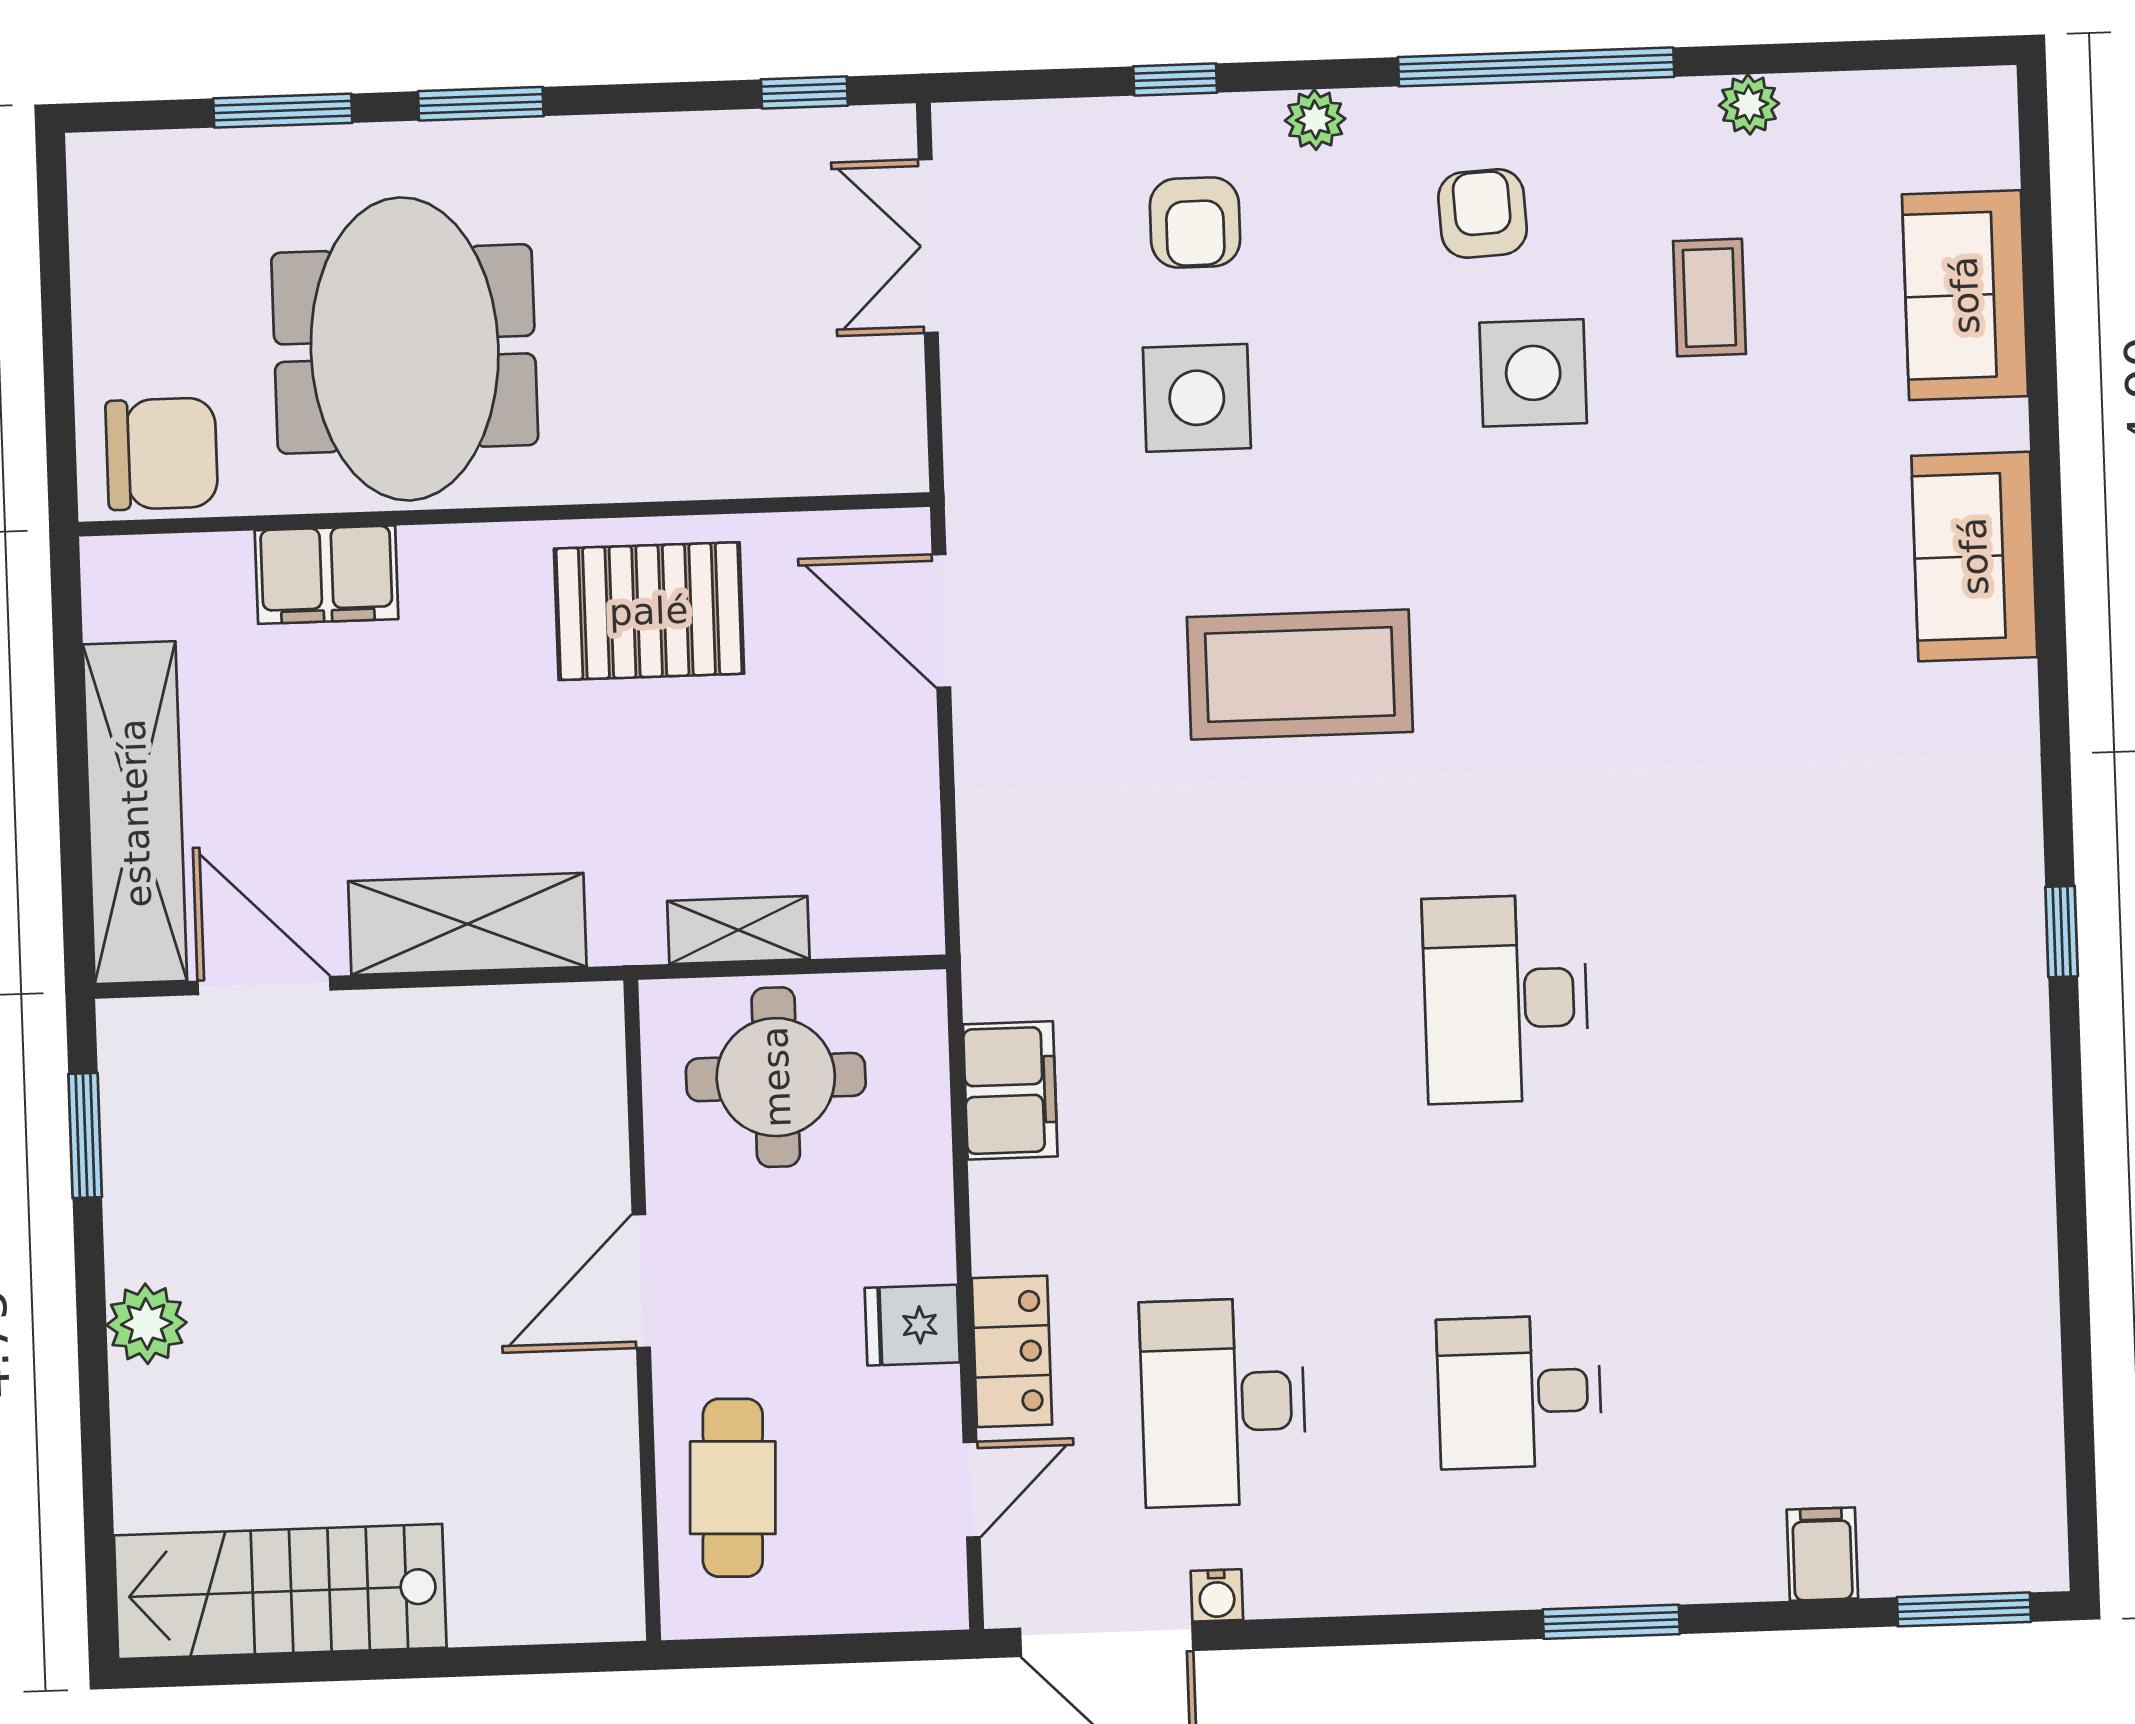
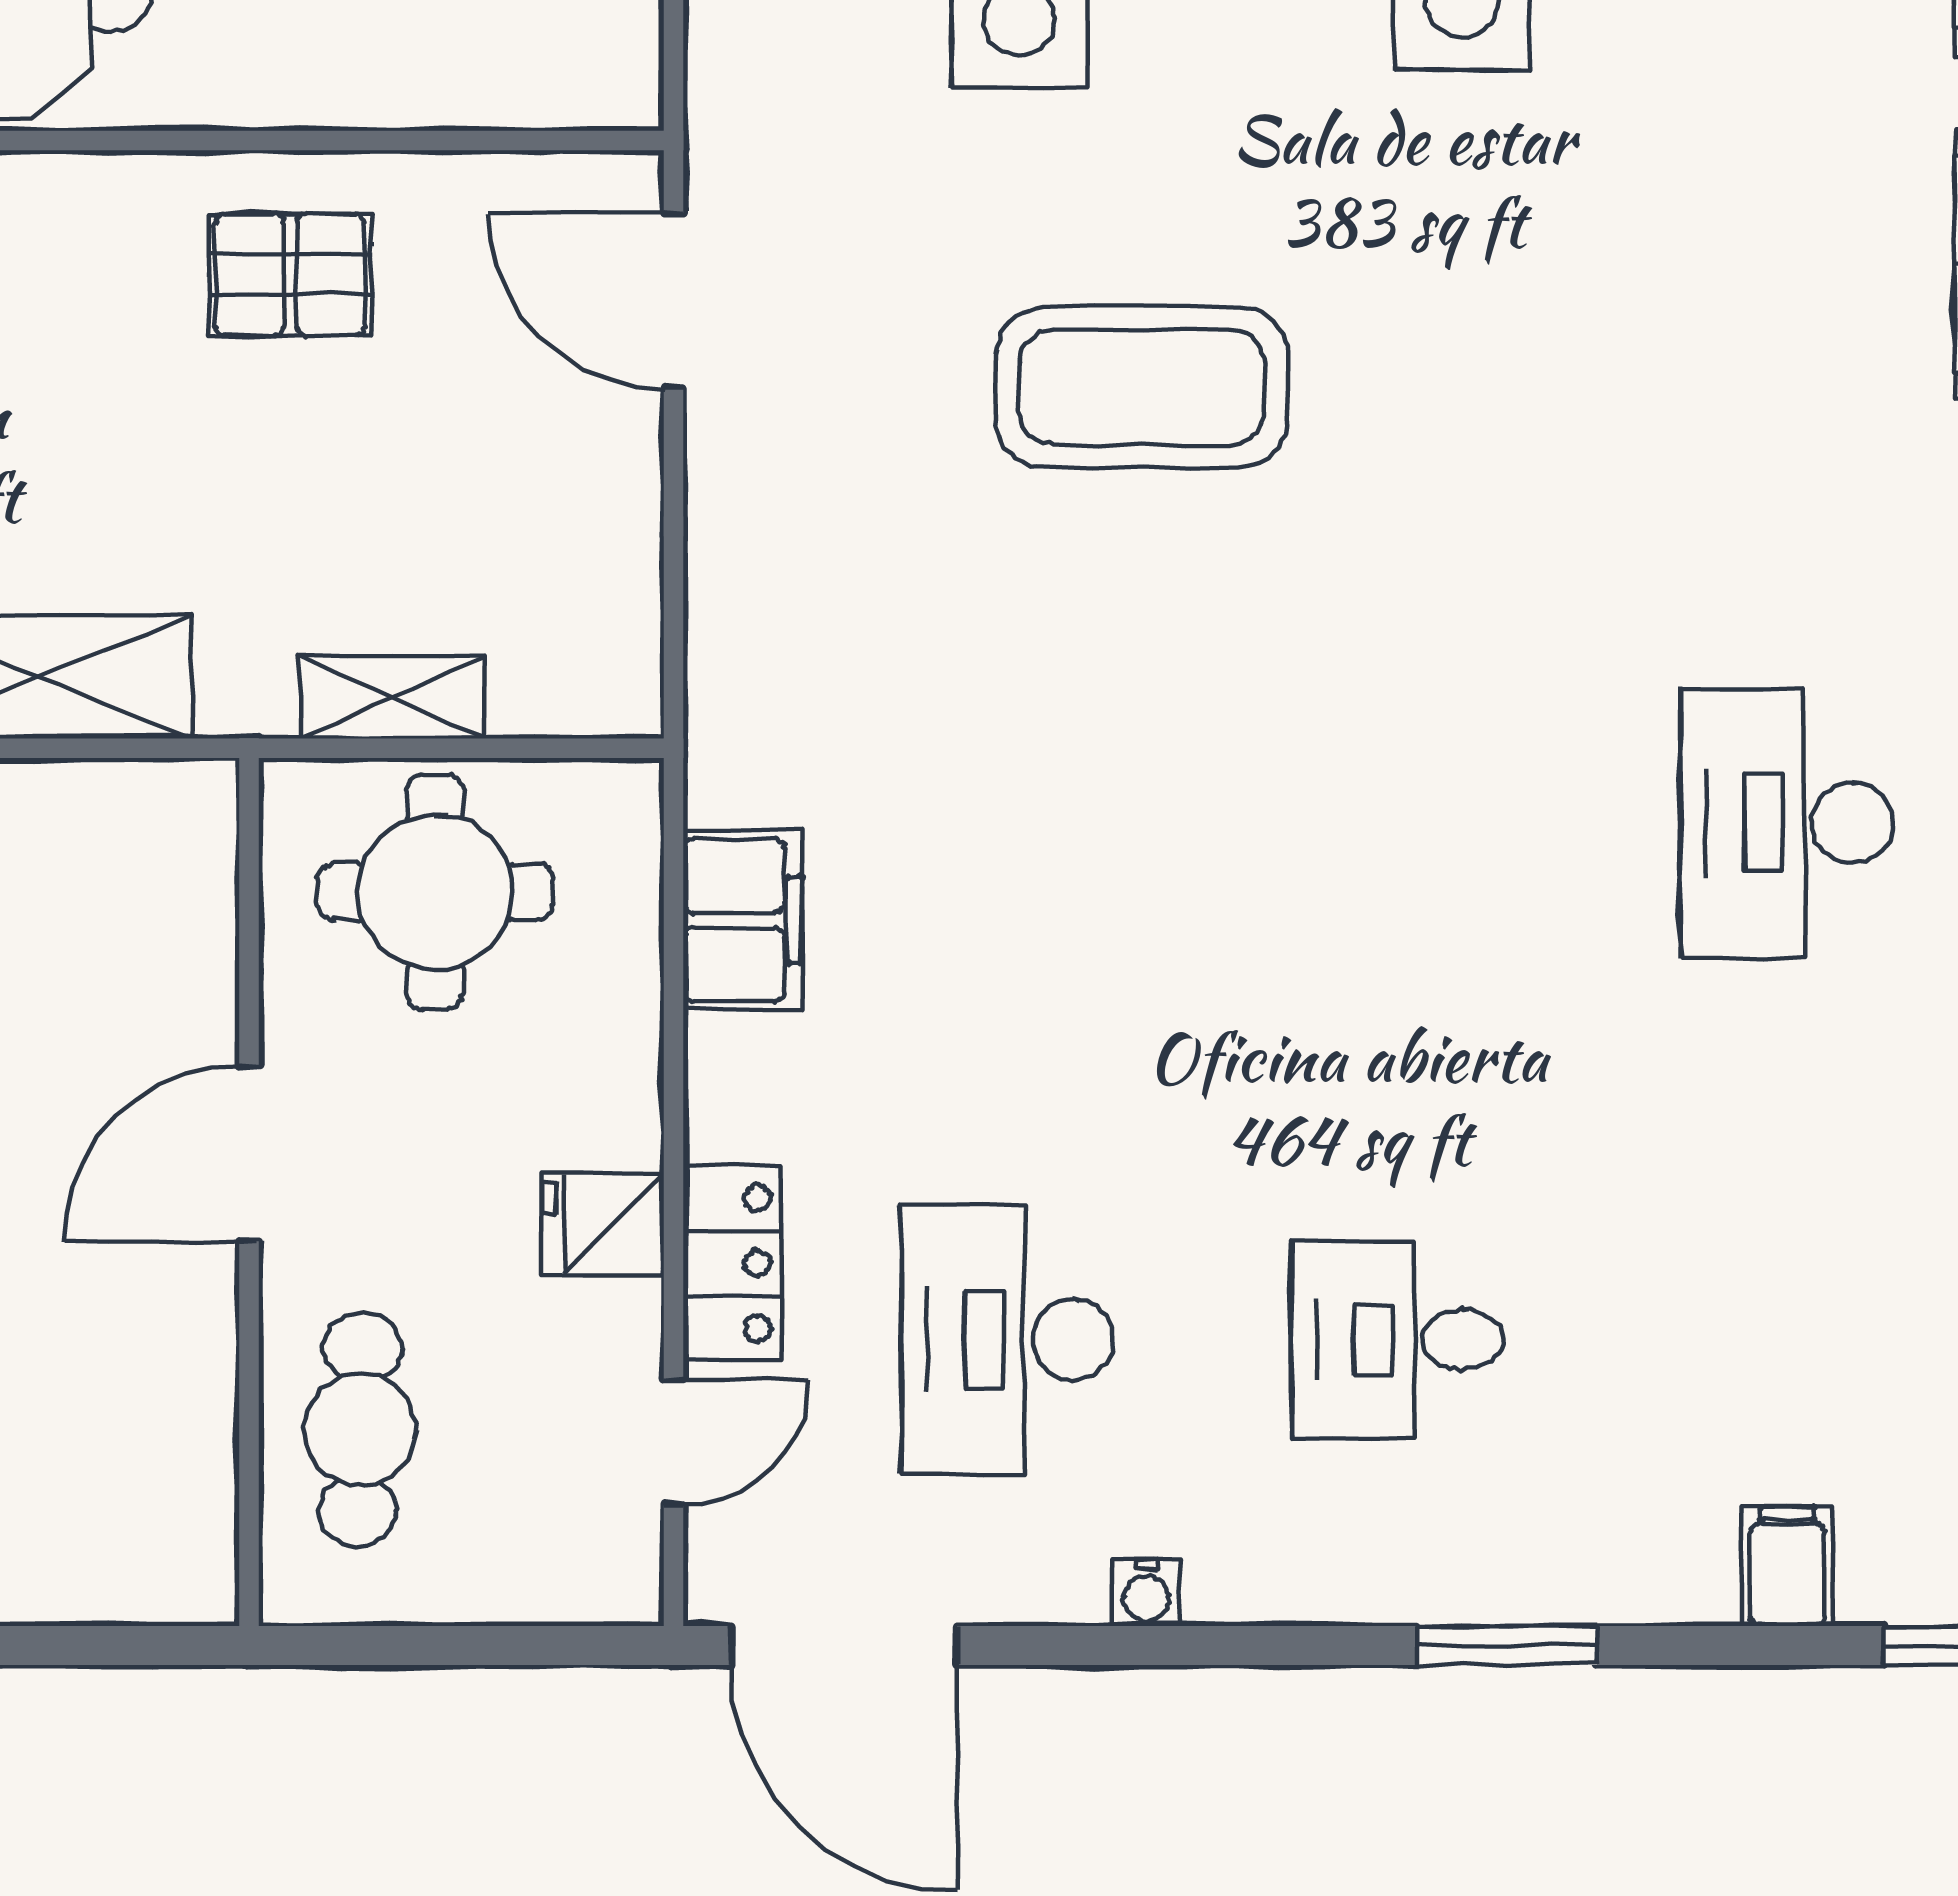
pallet: (649, 611) -> (290, 274), width x0.67, depth x0.71
desk: (1506, 999) -> (1787, 823), moved
water cooler: (1217, 1595) -> (1146, 1593), moved

